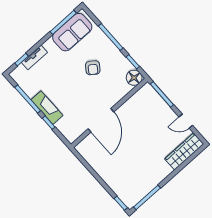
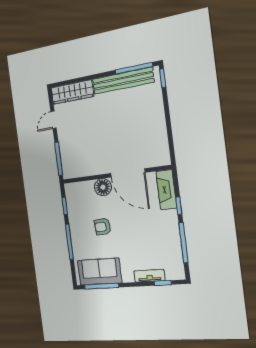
armchair: (93, 68) -> (103, 227), turned -130
floor lamp: (134, 78) -> (103, 187), moved
fireplace: (47, 108) -> (166, 190), moved
door: (101, 120) -> (128, 173), swing flipped
door: (186, 121) -> (54, 120), swing flipped
bench: (149, 184) -> (123, 81), added

